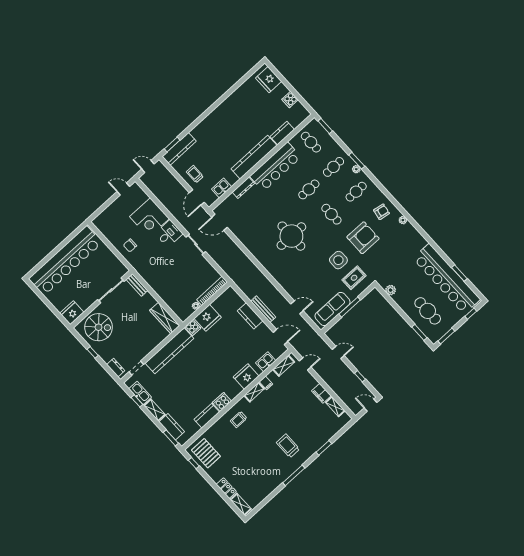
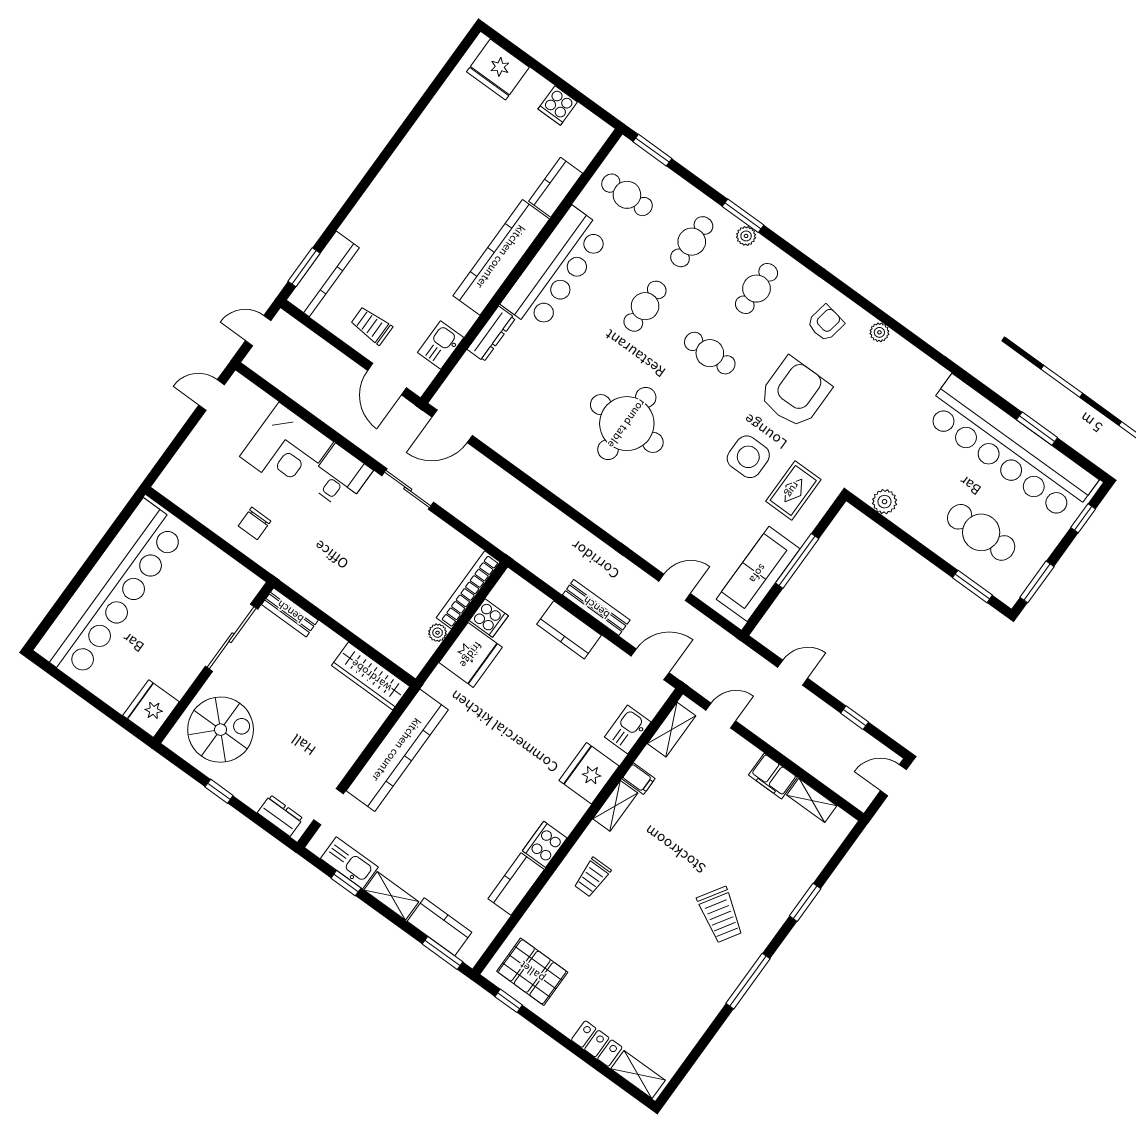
cooker: (193, 328) -> (489, 618), moved
trolley: (288, 446) -> (720, 915), turned -148

